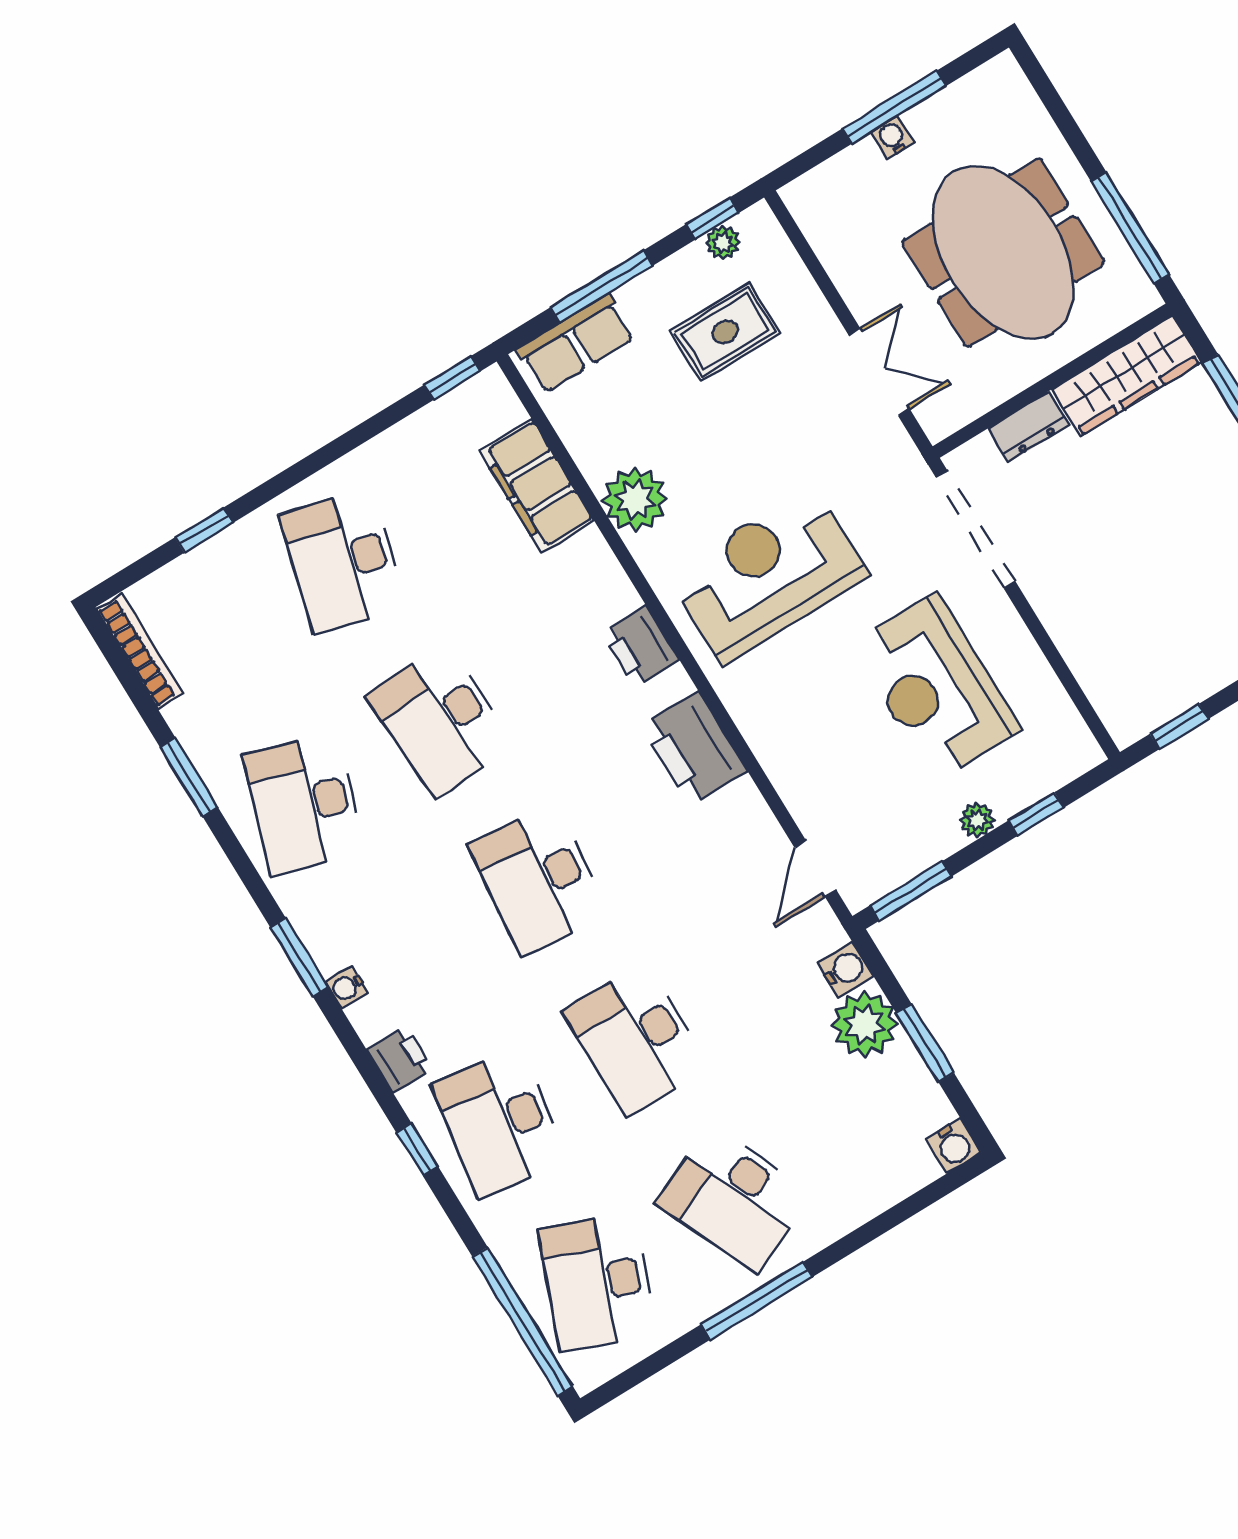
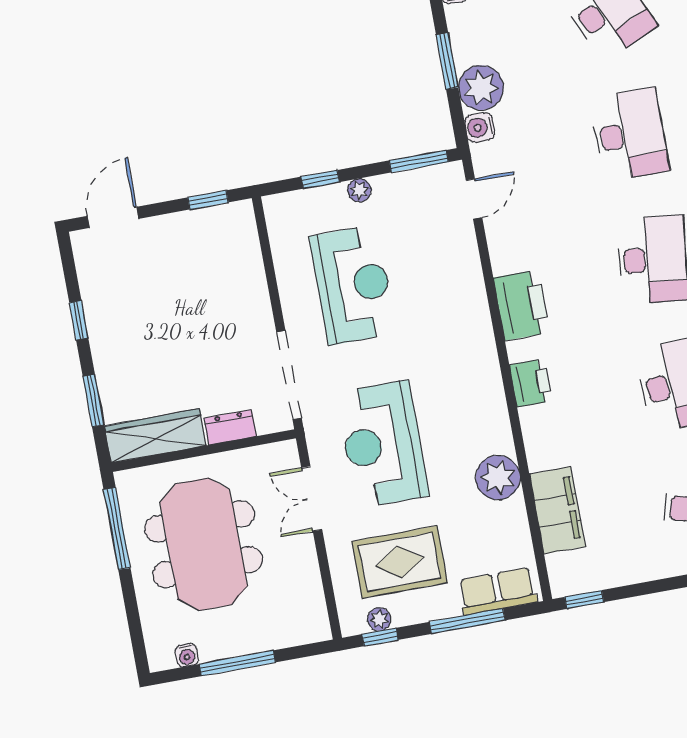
water cooler: (893, 137) -> (187, 655), moved
rug: (725, 332) -> (400, 562), width x1.36, depth x1.43
reception desk: (768, 575) -> (383, 444), moved, turned 90

